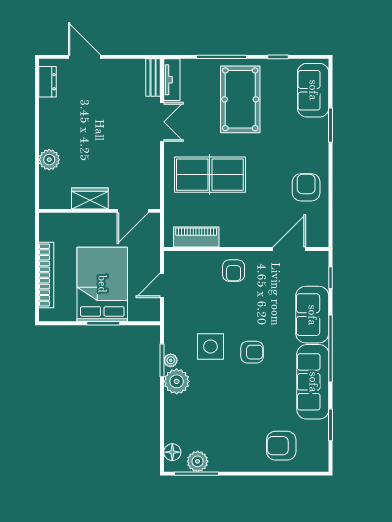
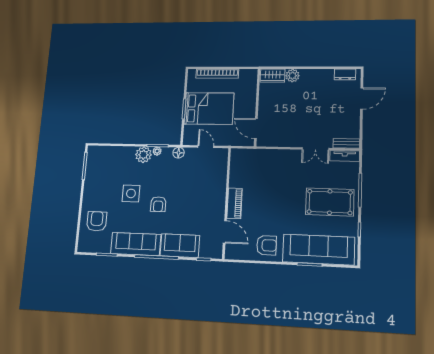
sofa: (313, 90) -> (319, 250), width x1.85, depth x1.27
table tennis table: (210, 175) -> (278, 180), removed
wardrobe: (90, 199) -> (272, 76), moved, turned 90
piano: (196, 237) -> (235, 203), moved
armchair: (234, 271) -> (213, 194), removed
side table: (210, 346) -> (131, 193), moved
floor lamp: (172, 452) -> (179, 153), moved
plant: (198, 461) -> (92, 167), removed

